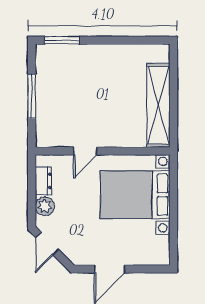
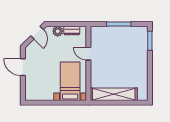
bed with nightstands: (135, 195) -> (70, 81), width x0.73
door: (47, 244) -> (37, 33), swing flipped

